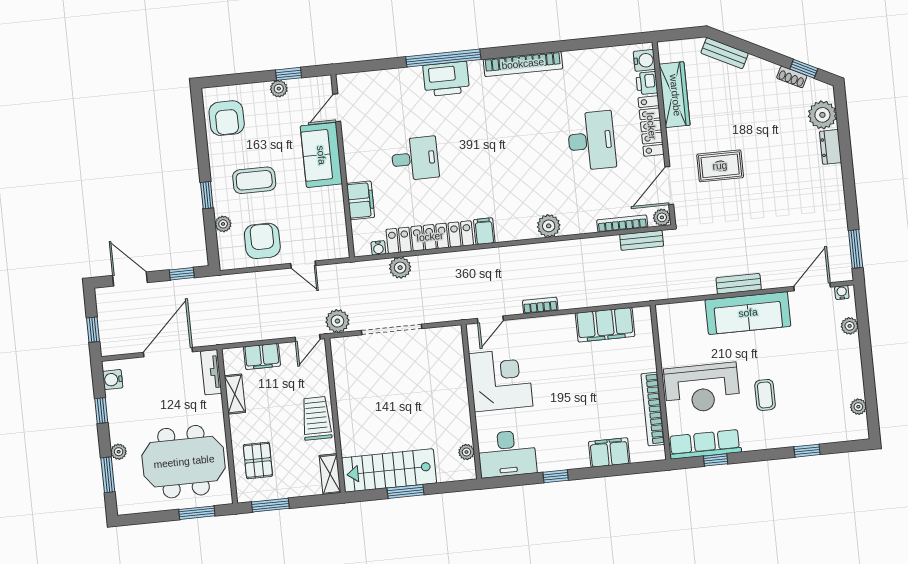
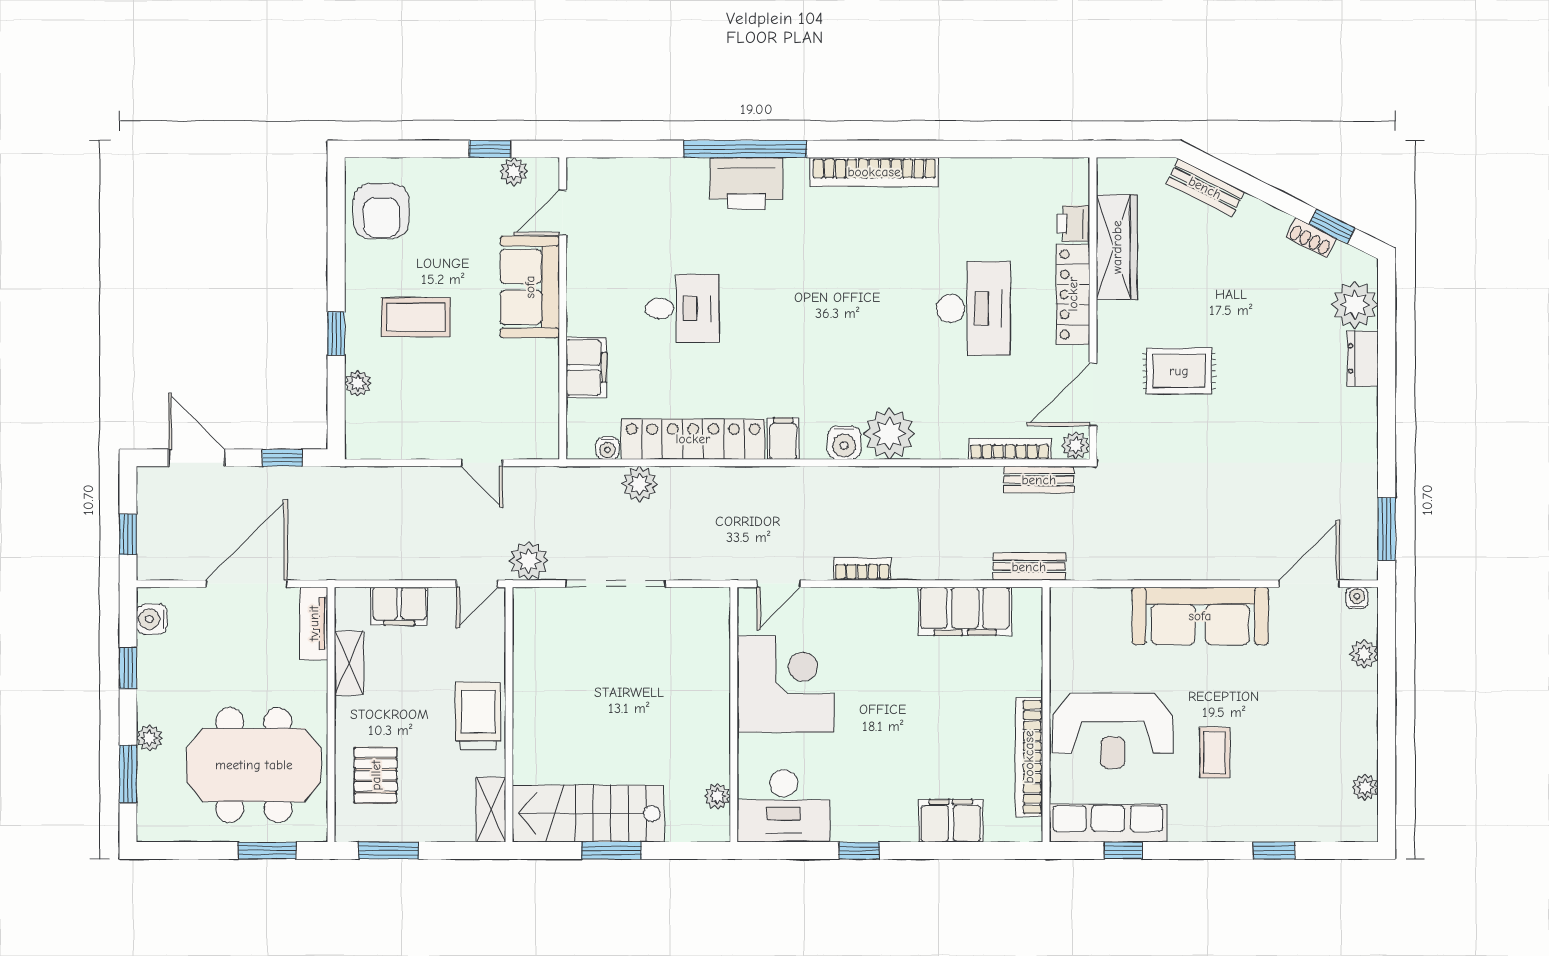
water cooler: (644, 60) -> (844, 443), moved, turned 90
plant: (279, 89) -> (514, 172), moved
plant: (549, 226) -> (889, 434), width x1.36, depth x1.36
armchair: (262, 241) -> (419, 418), removed
bench: (739, 284) -> (1029, 567), moved

